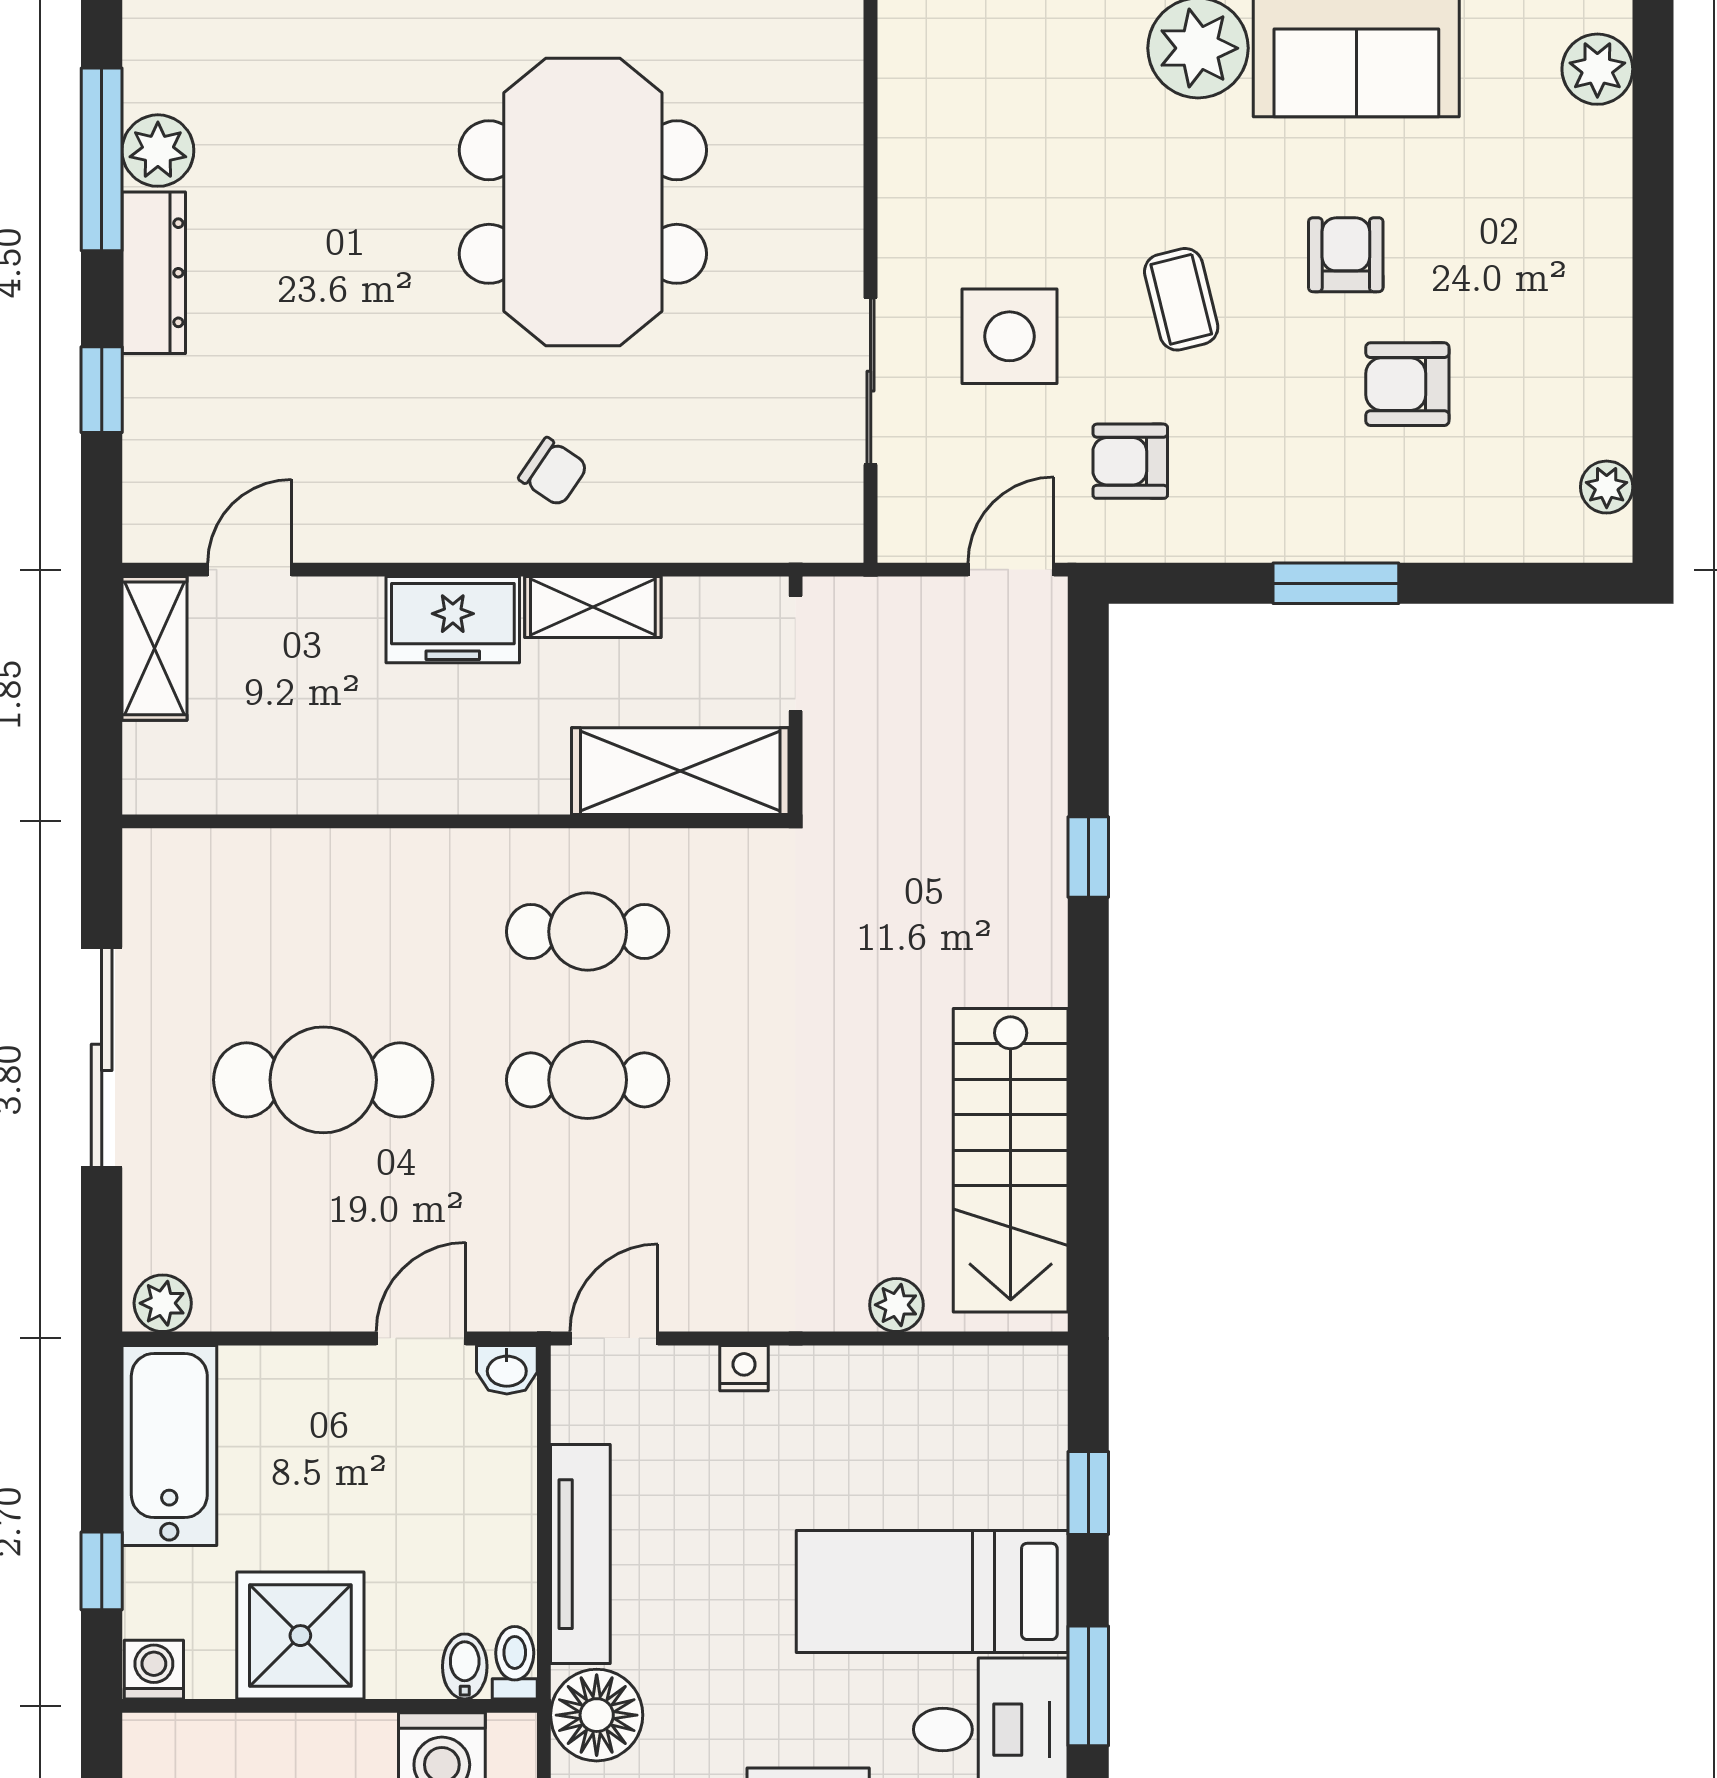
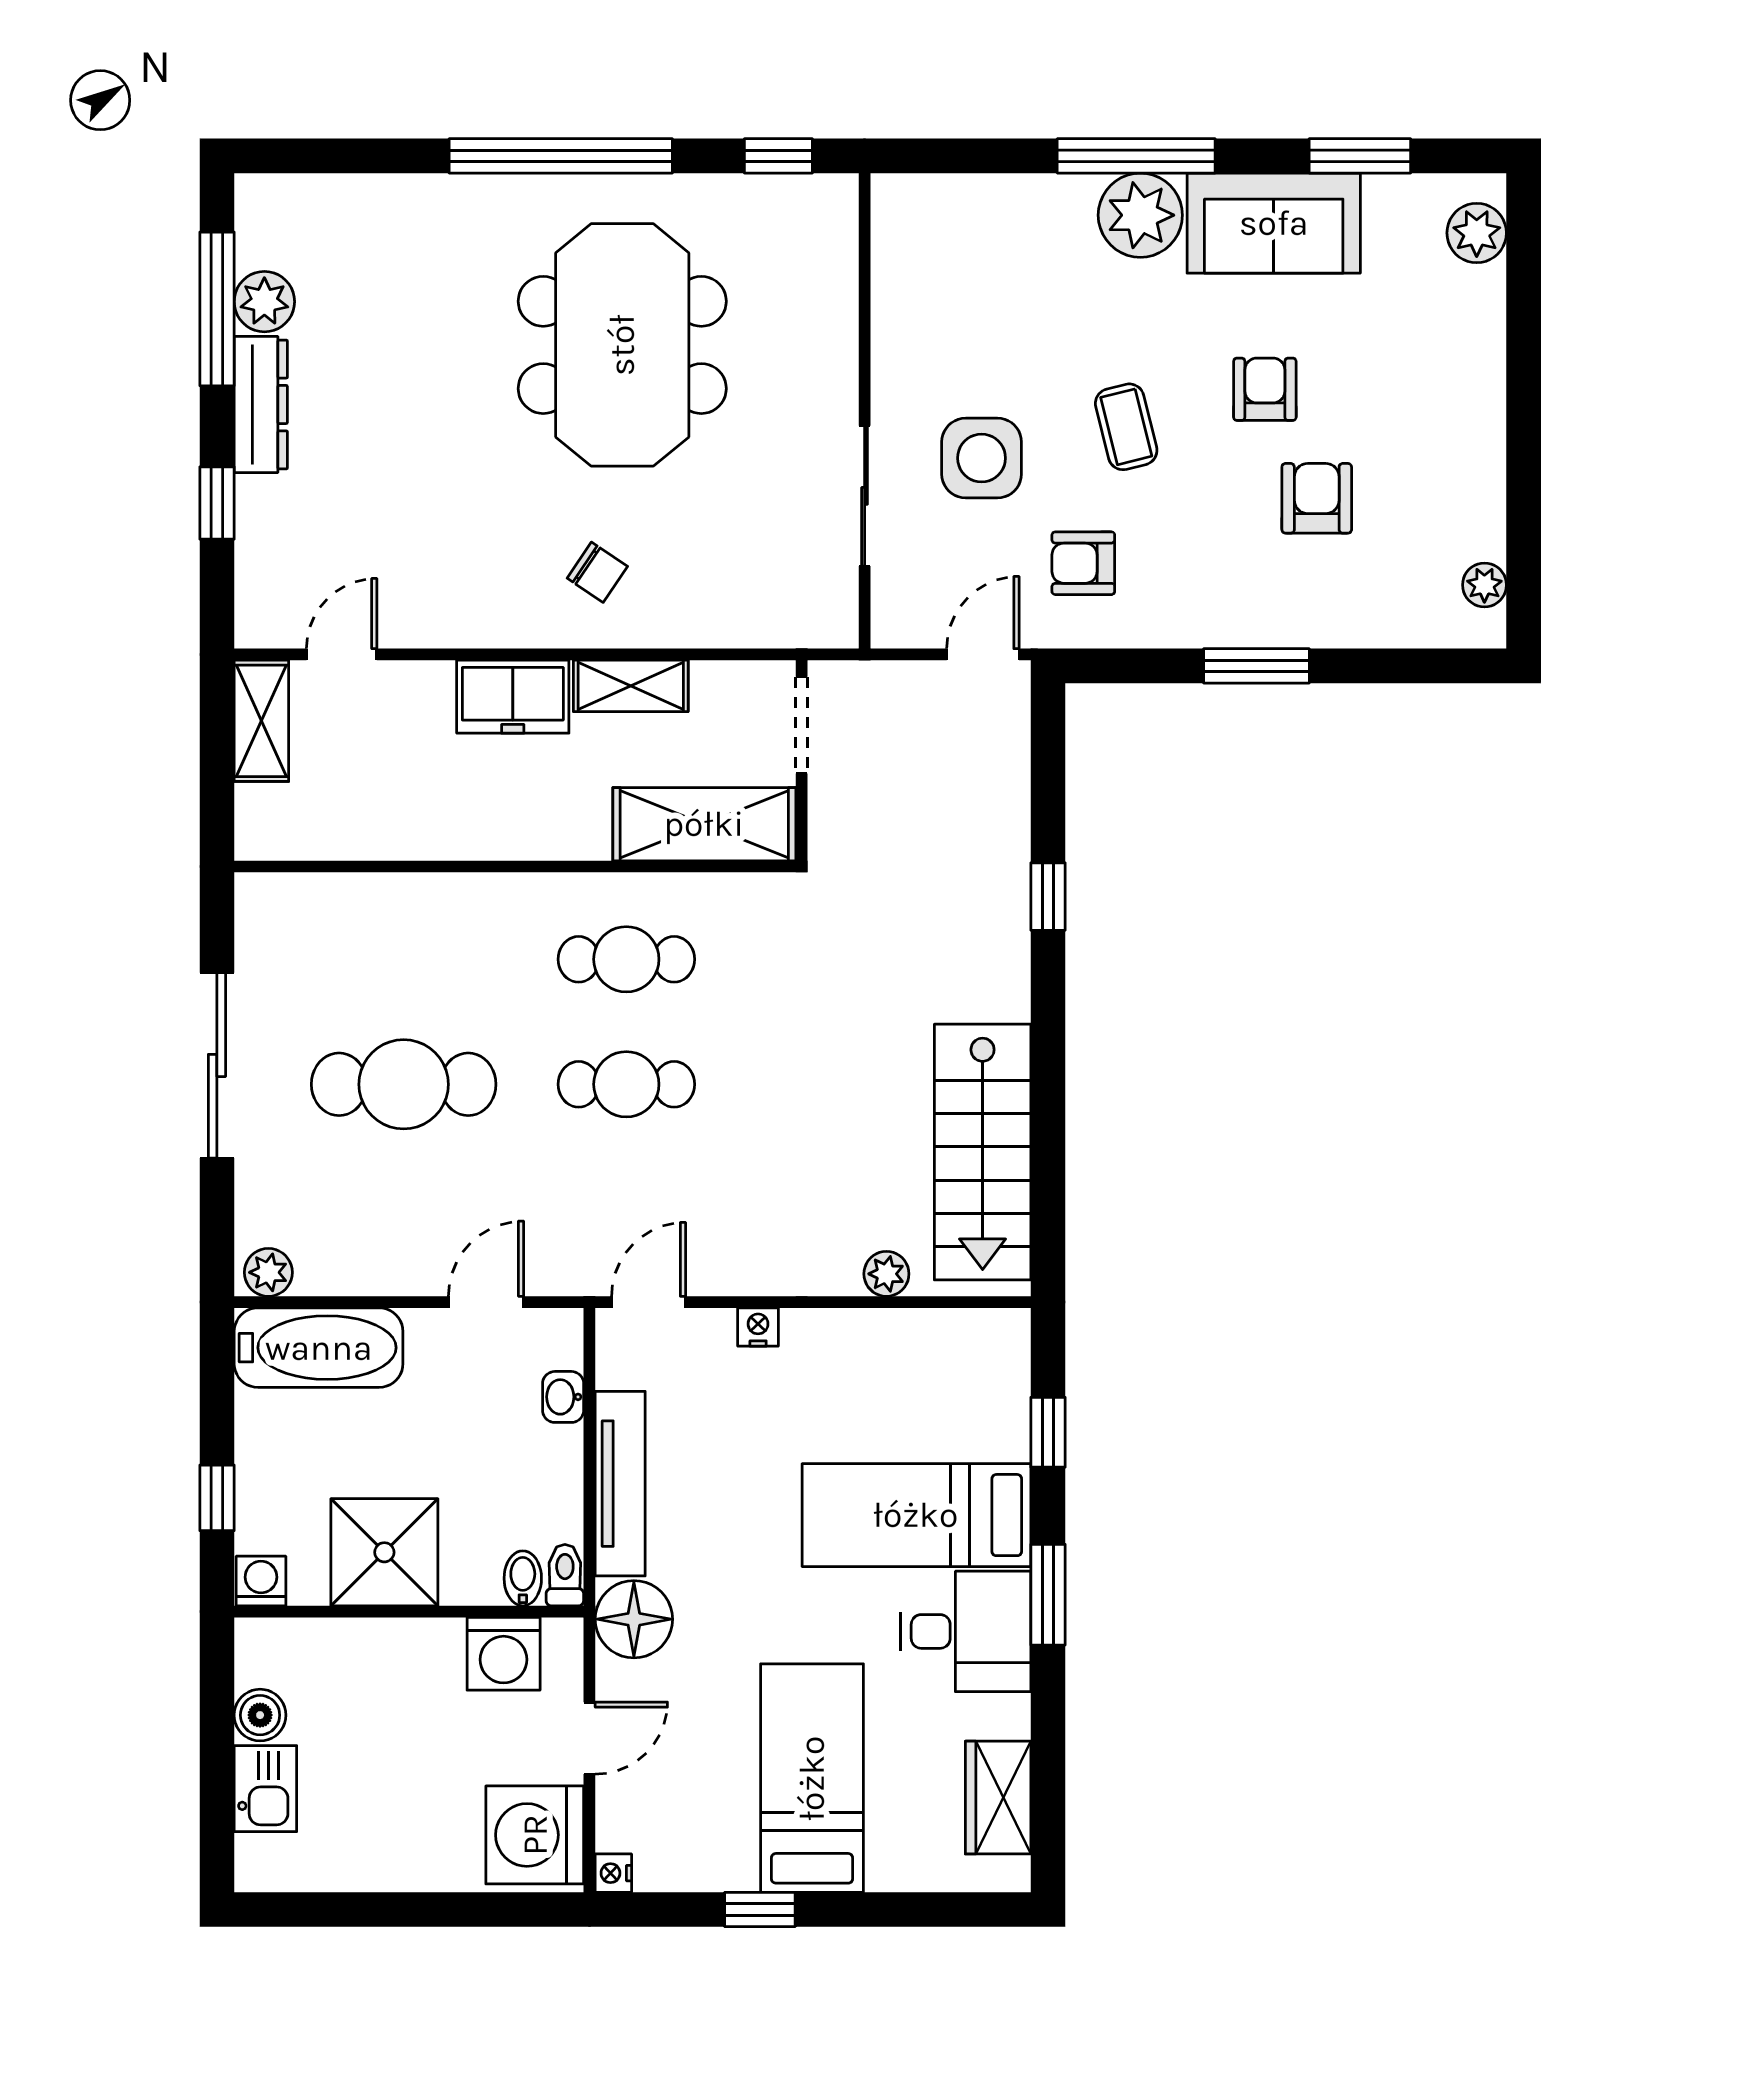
armchair: (1407, 384) -> (1317, 498), turned 90
washbasin: (507, 1370) -> (563, 1397), moved, turned 90
bathtub: (169, 1445) -> (319, 1348), moved, turned 90

